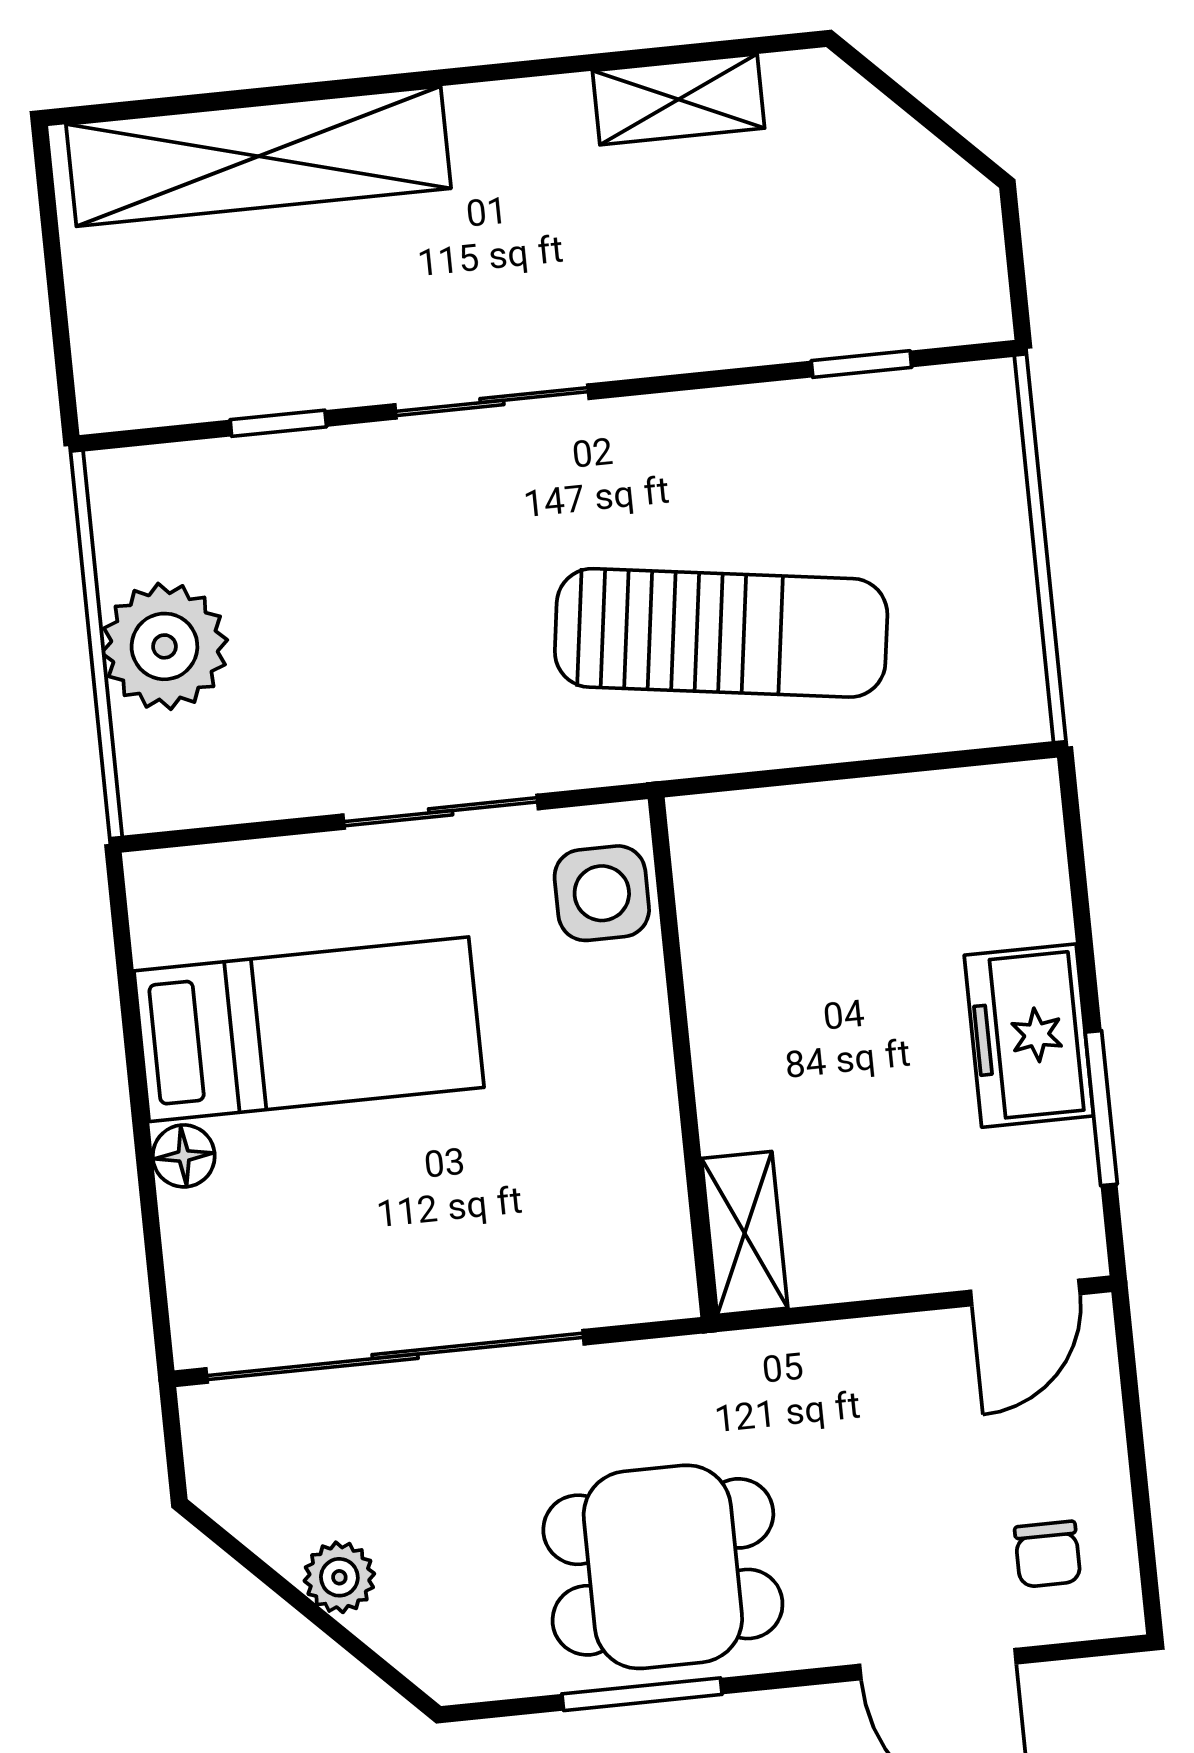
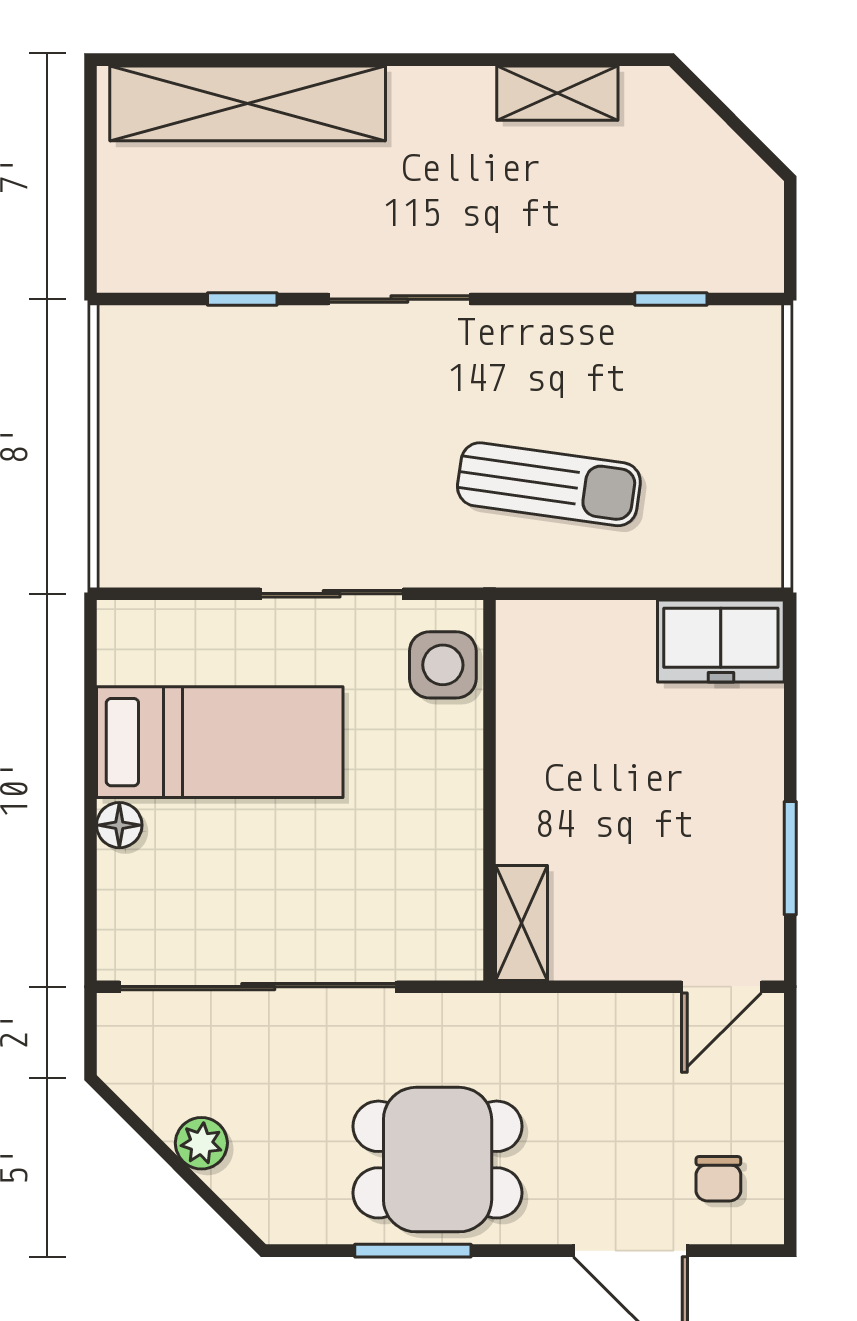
sun lounger: (721, 633) -> (549, 484), width x0.73, depth x0.75
plant: (164, 646) -> (143, 453), removed
freezer: (1029, 1036) -> (721, 641), moved, turned -90

